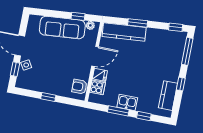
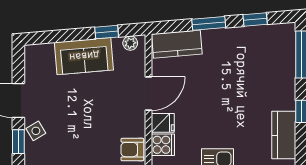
window: (176, 27) -> (255, 19), moved
sofa: (62, 28) -> (84, 56), width x0.73
kitchen counter: (124, 32) -> (177, 44), width x0.67

